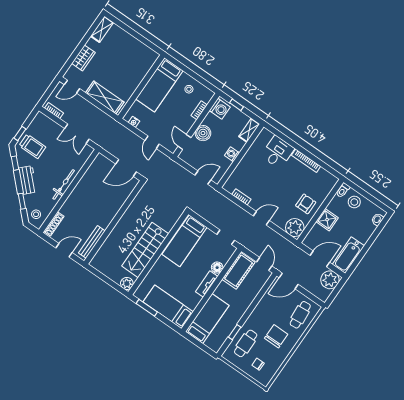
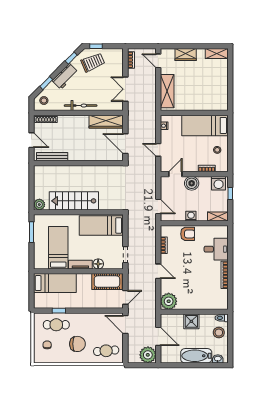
door: (152, 142) -> (158, 150), hinge flipped
trolley: (32, 146) -> (93, 62), turned -113
wardrobe: (94, 171) -> (106, 122), added
armchair: (306, 204) -> (188, 234), moved
bathtub: (348, 255) -> (196, 356), moved
bed: (168, 307) -> (58, 248), moved

